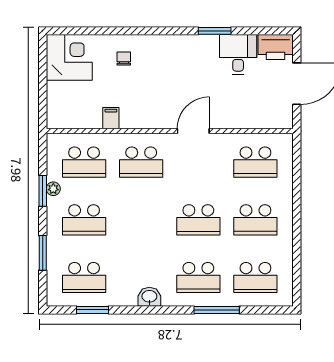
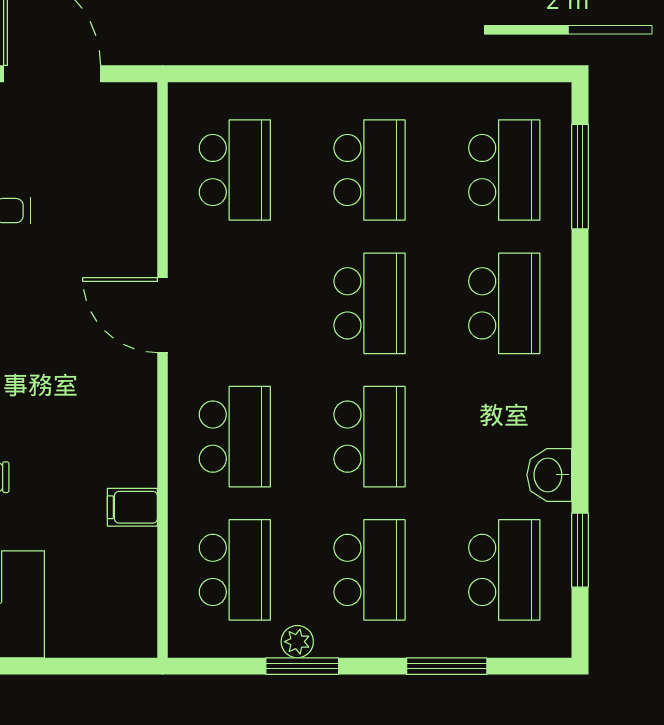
school desk: (141, 220) -> (370, 437), added
washbasin: (149, 297) -> (549, 475), moved
window: (217, 310) -> (580, 177), moved

